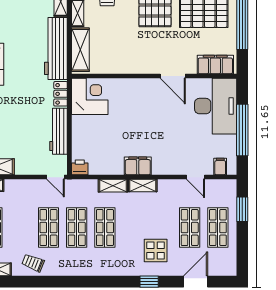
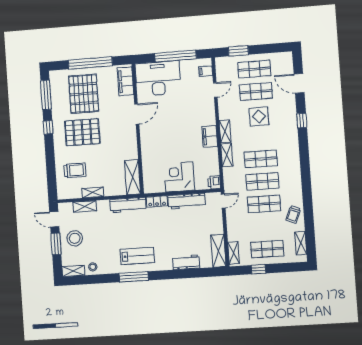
workbench: (56, 49) -> (128, 205), width x0.73, depth x0.76
shelving: (80, 50) -> (133, 177), moved, turned 90
corner desk: (90, 96) -> (179, 177), moved
display table: (156, 251) -> (259, 116), moved

